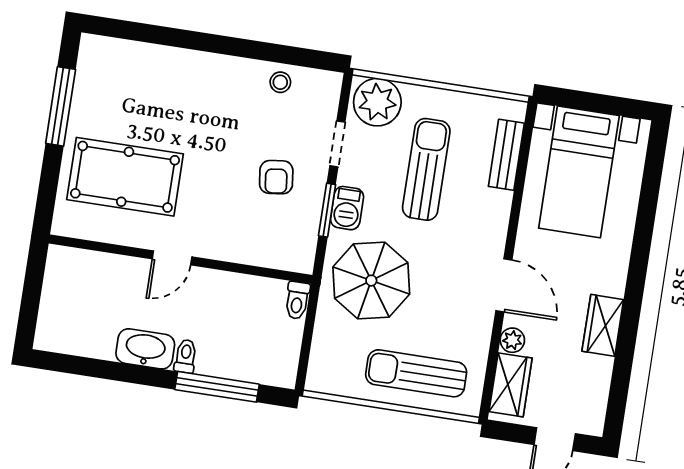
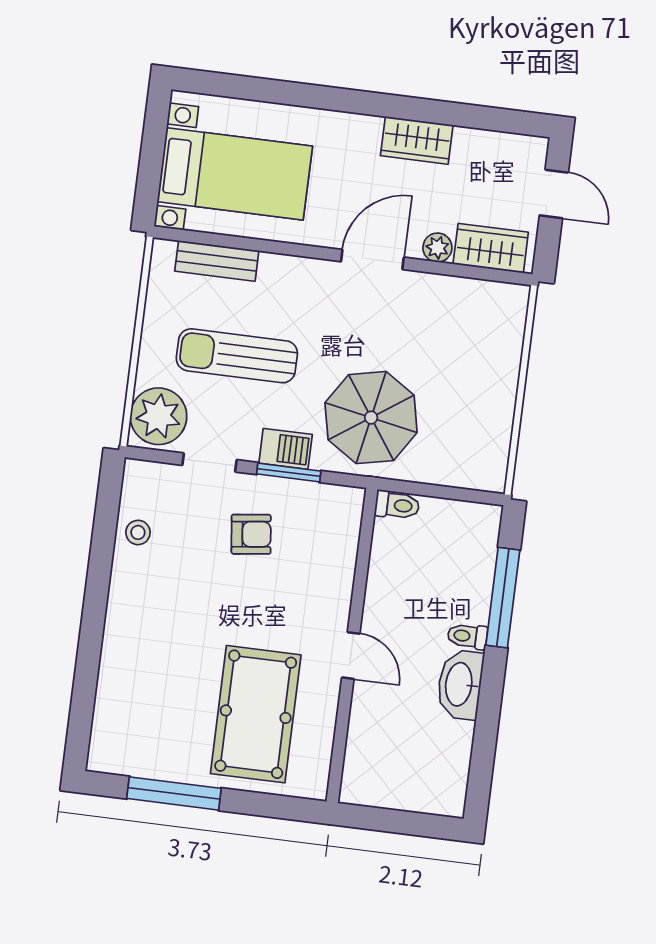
sun lounger: (416, 373) -> (480, 361), removed

